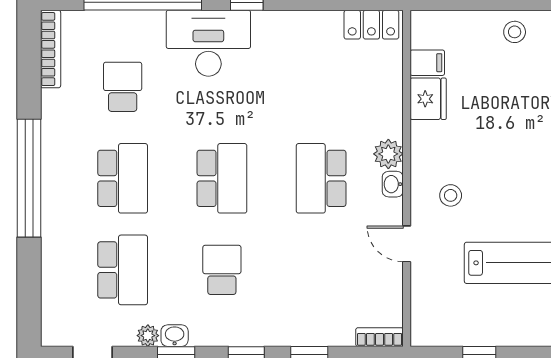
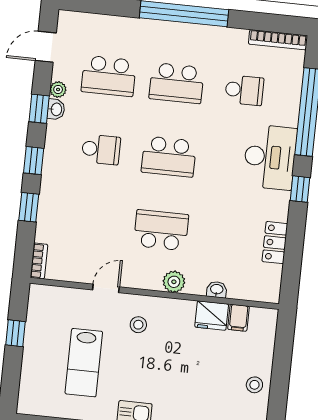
locker: (371, 25) -> (275, 243), moved
washbasin: (393, 184) -> (217, 290), moved

